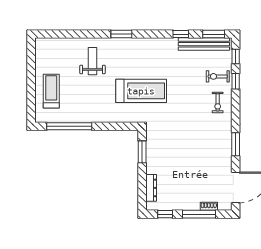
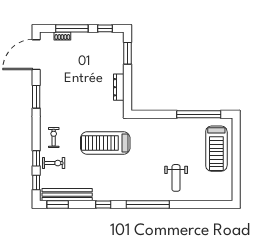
window: (121, 34) -> (148, 205), width x2.11
window: (181, 34) -> (103, 205), moved
treadmill: (51, 91) -> (216, 149), width x1.37, depth x1.38
treadmill: (141, 91) -> (105, 143), moved
window: (142, 152) -> (128, 53), moved
dresser: (151, 188) -> (119, 87), moved

